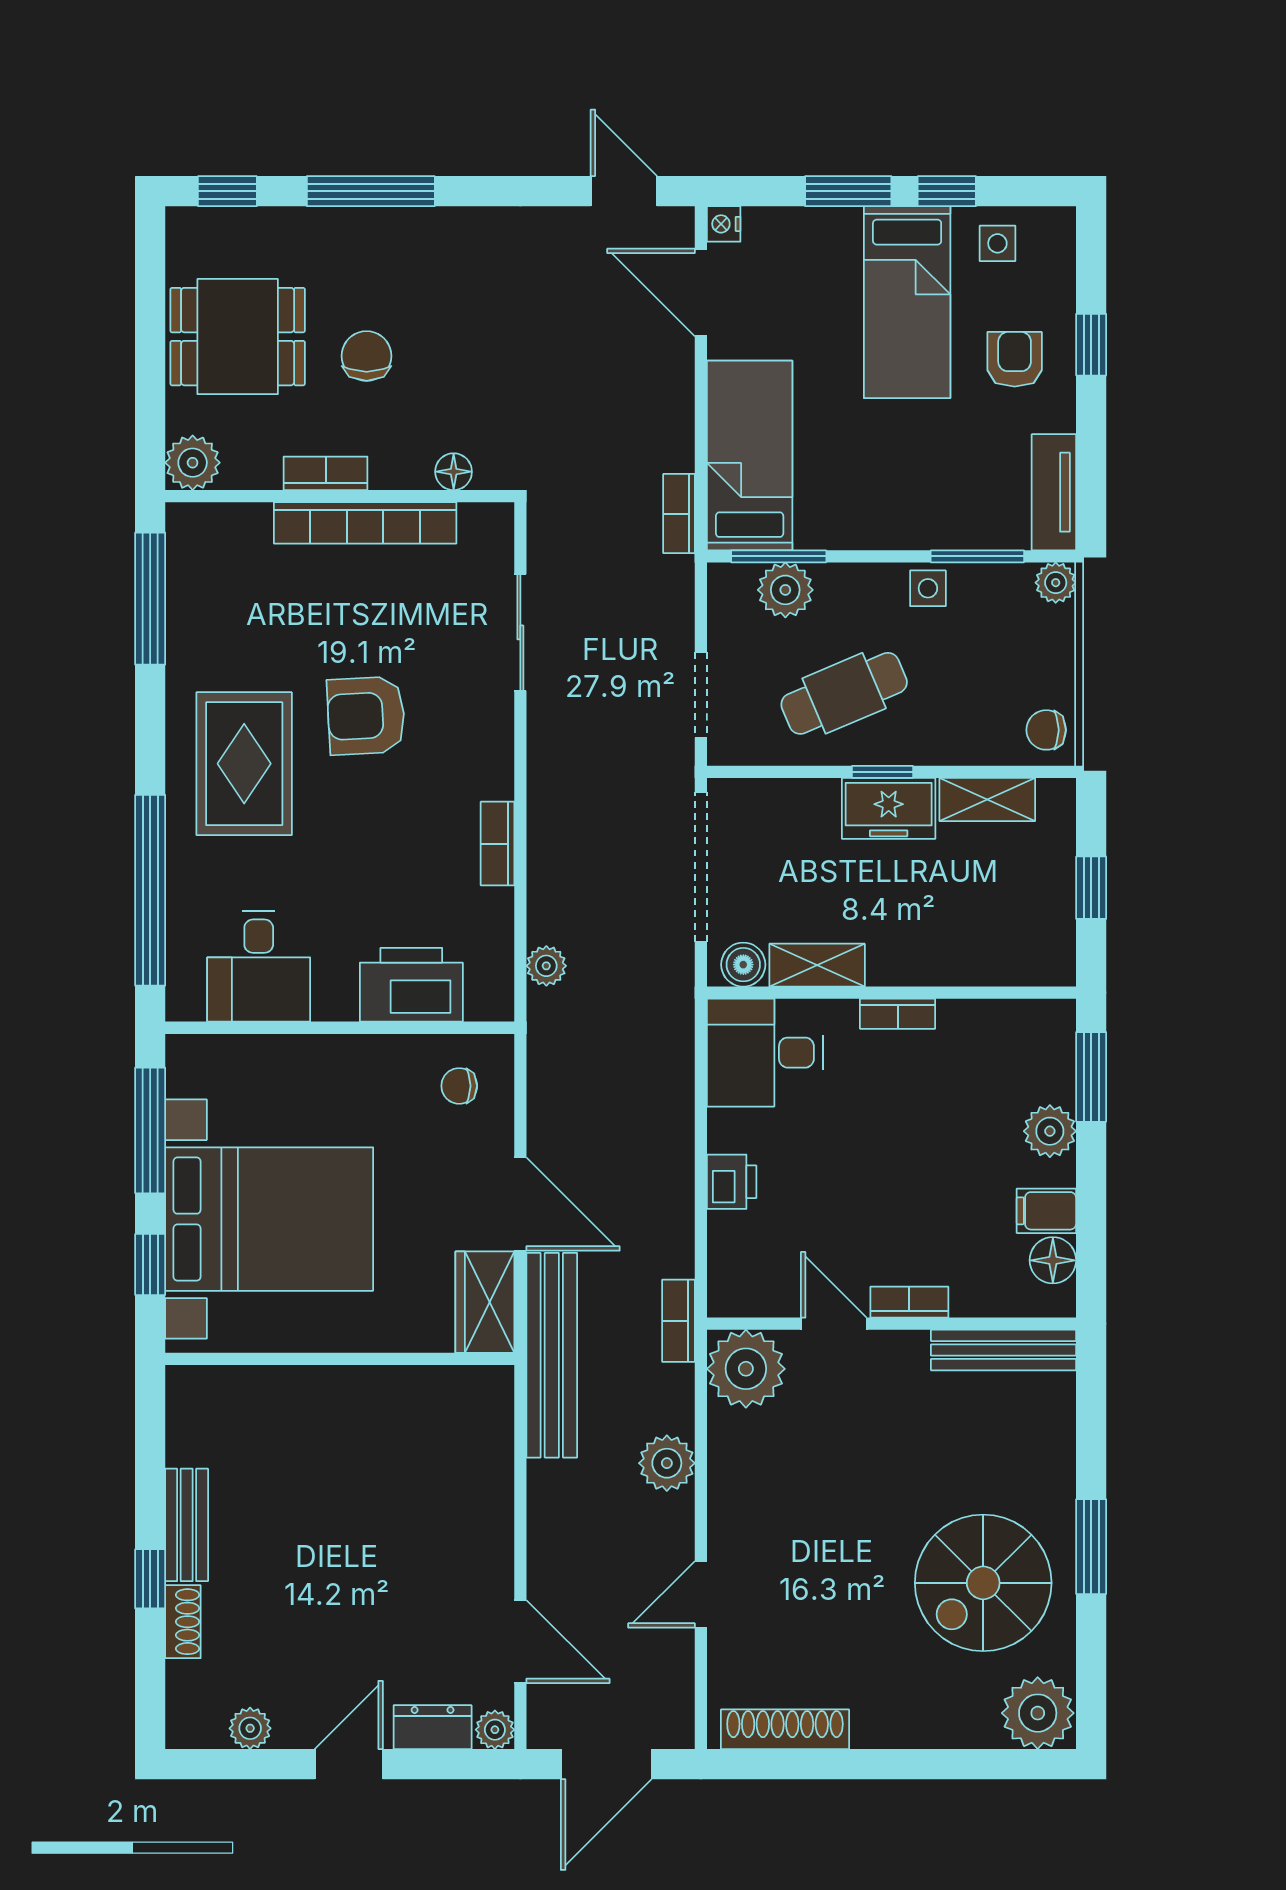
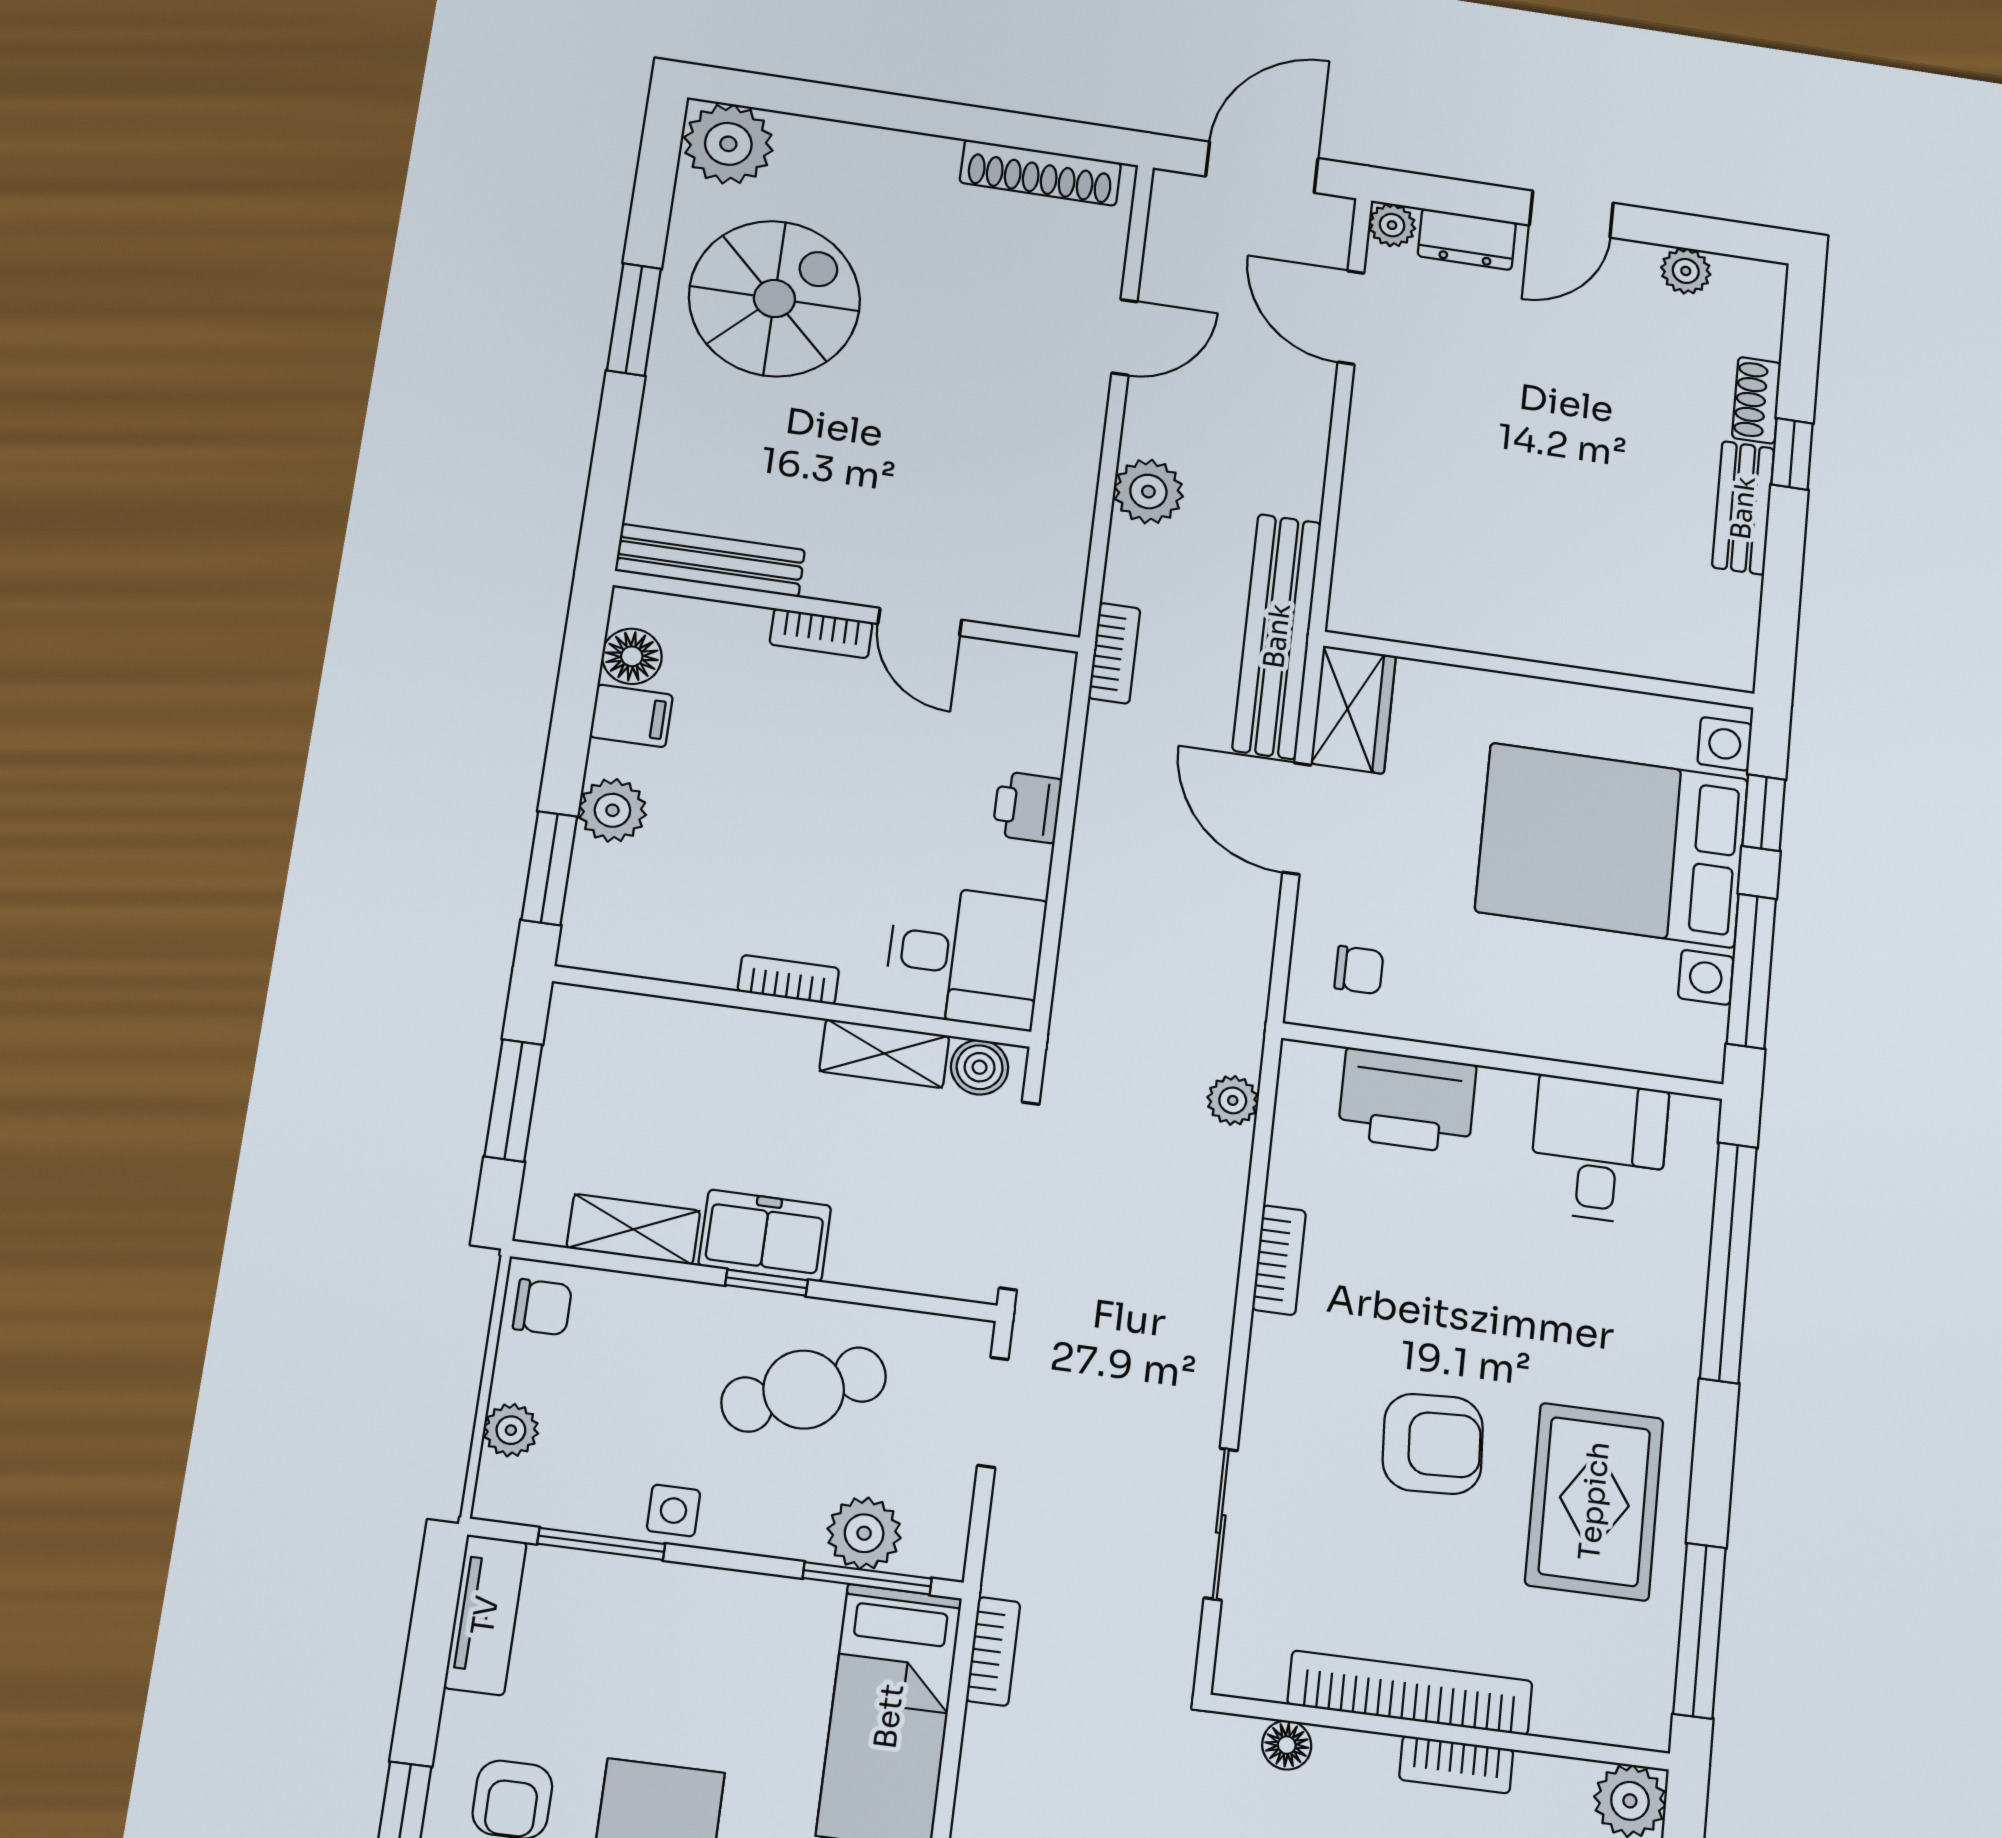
plant: (1056, 583) -> (511, 1430), moved
rug: (244, 764) -> (1594, 1501), moved
window: (1091, 888) -> (513, 1100), width x1.50
plant: (746, 1369) -> (1037, 585), removed

